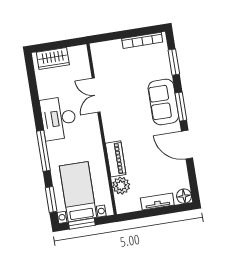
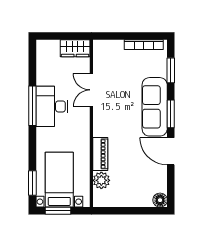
wardrobe: (53, 58) -> (75, 48), moved
sofa: (163, 102) -> (155, 107), width x1.36
window: (43, 151) -> (32, 106), moved
tv unit: (157, 202) -> (134, 201), removed

